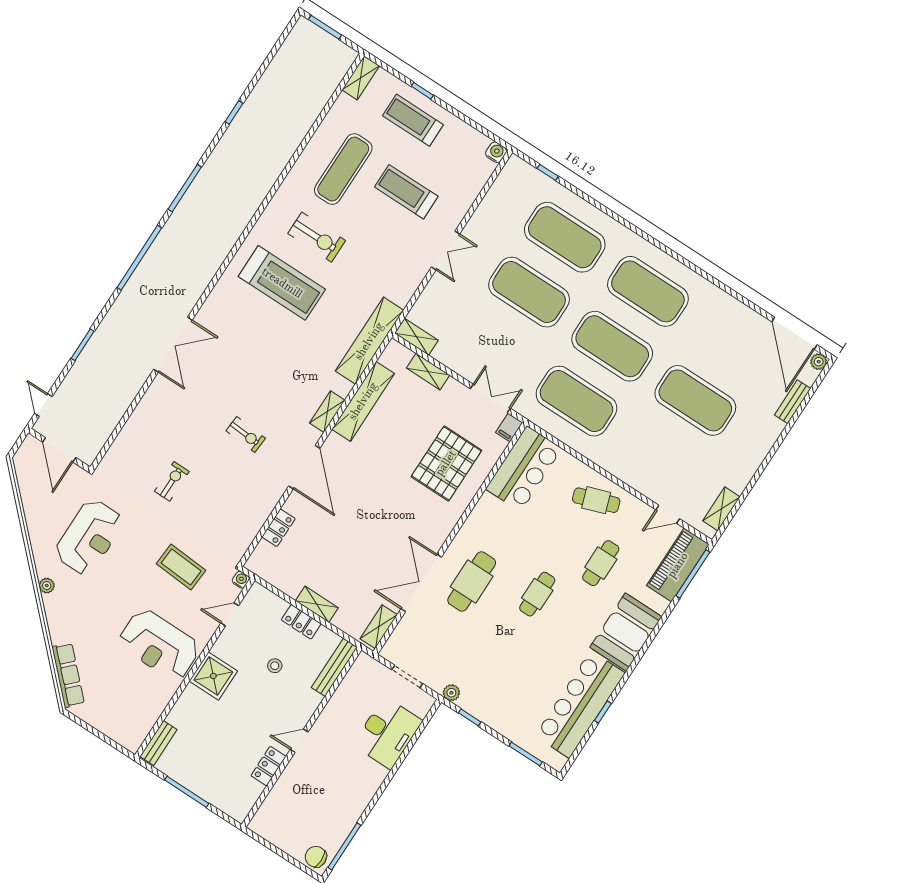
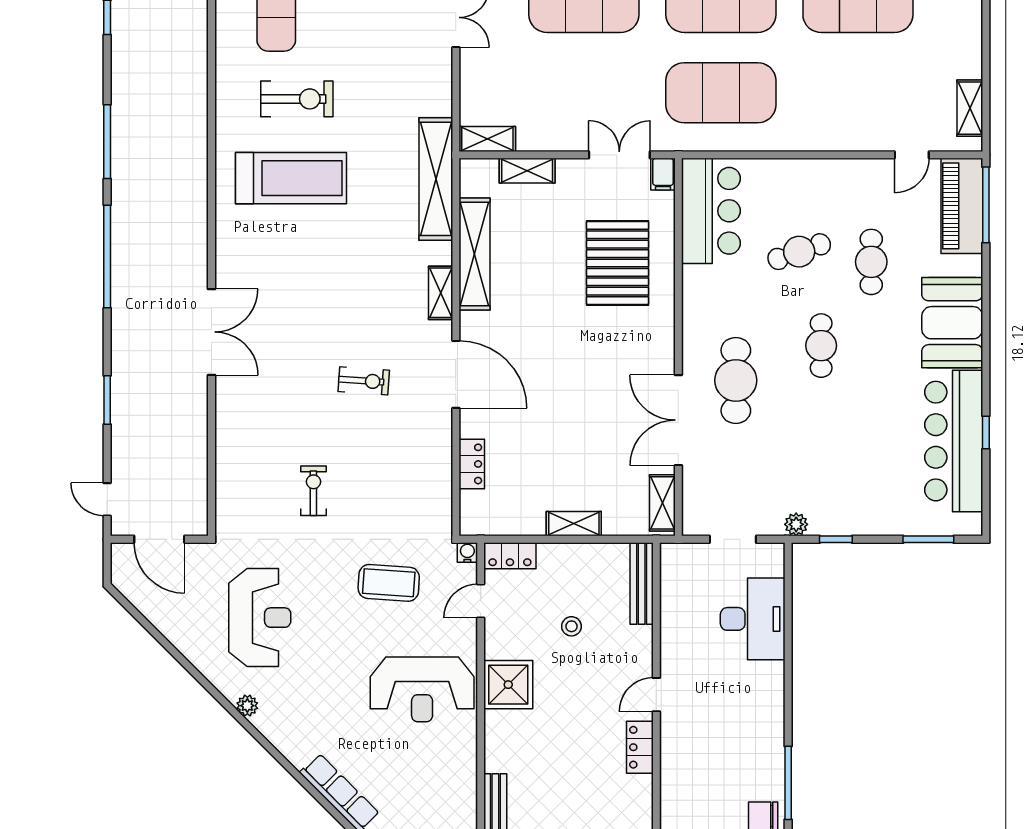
cafe table: (596, 500) -> (799, 252), moved
locker: (301, 622) -> (510, 556), moved

